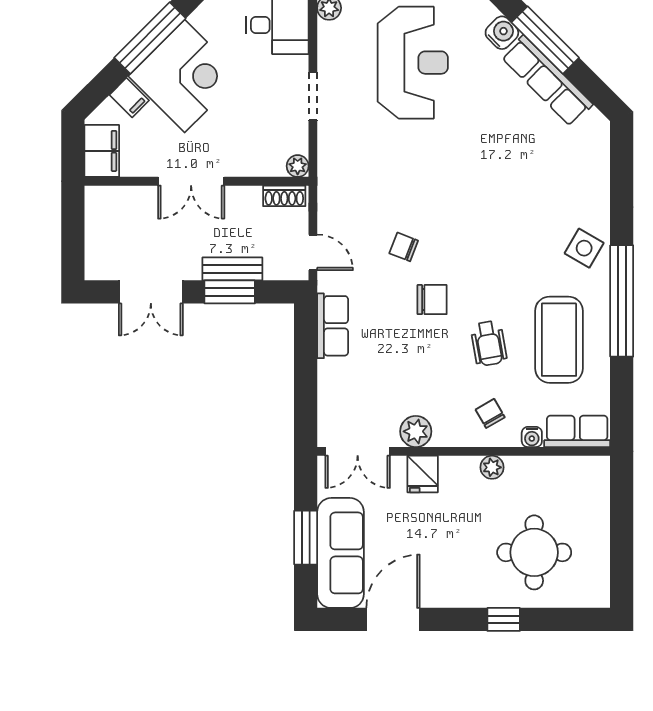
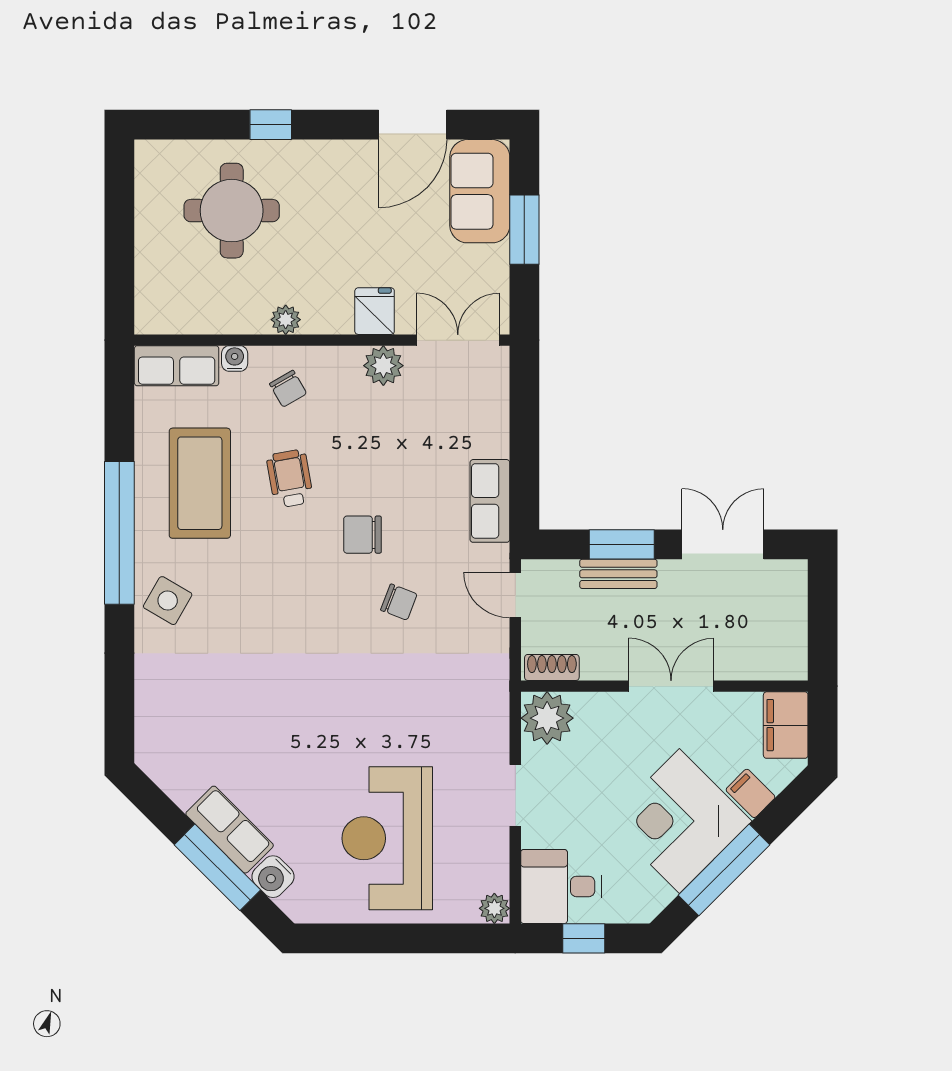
row of seats: (547, 81) -> (230, 830), width x0.68
plant: (298, 166) -> (547, 718), width x1.88, depth x1.88
sofa: (341, 553) -> (480, 191), width x0.73

